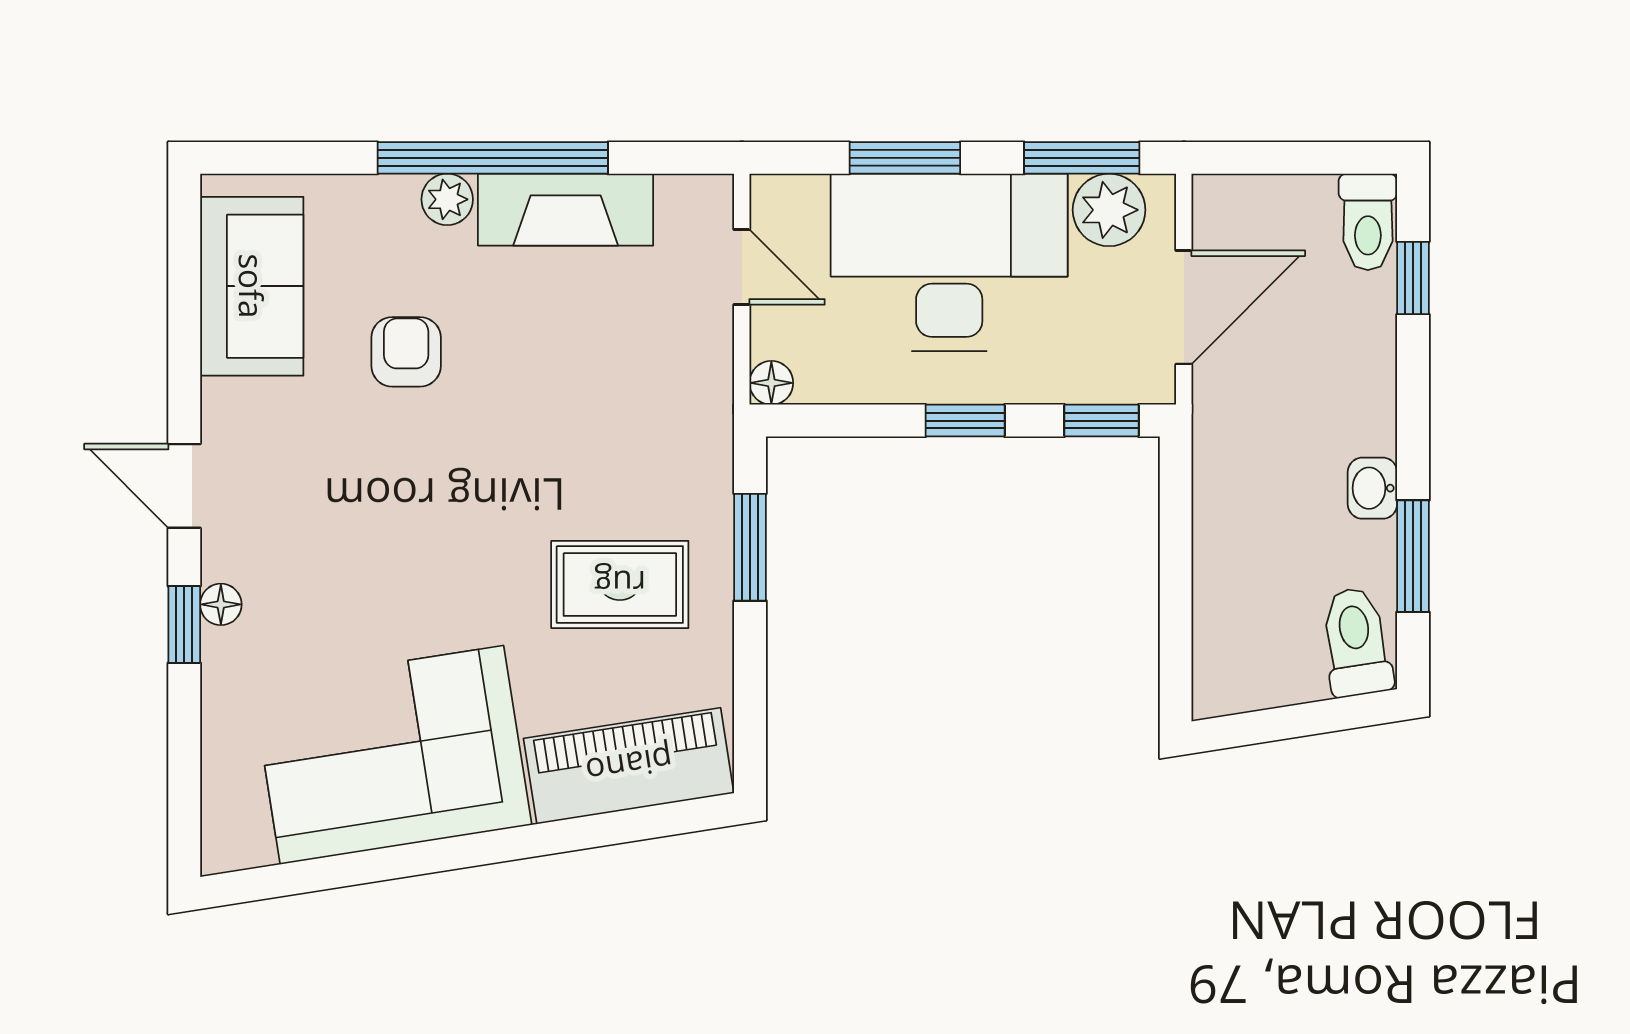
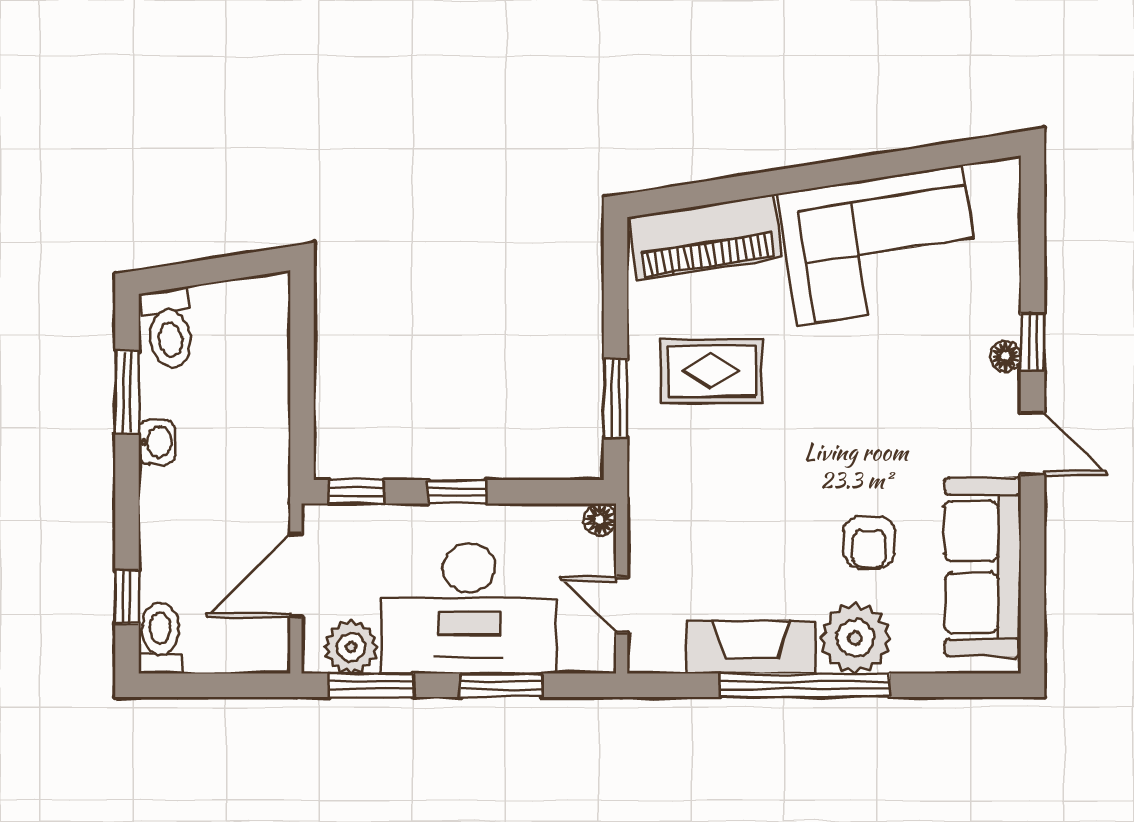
plant: (447, 199) -> (855, 638), width x1.88, depth x1.88
sofa: (252, 286) -> (983, 567), width x1.36

